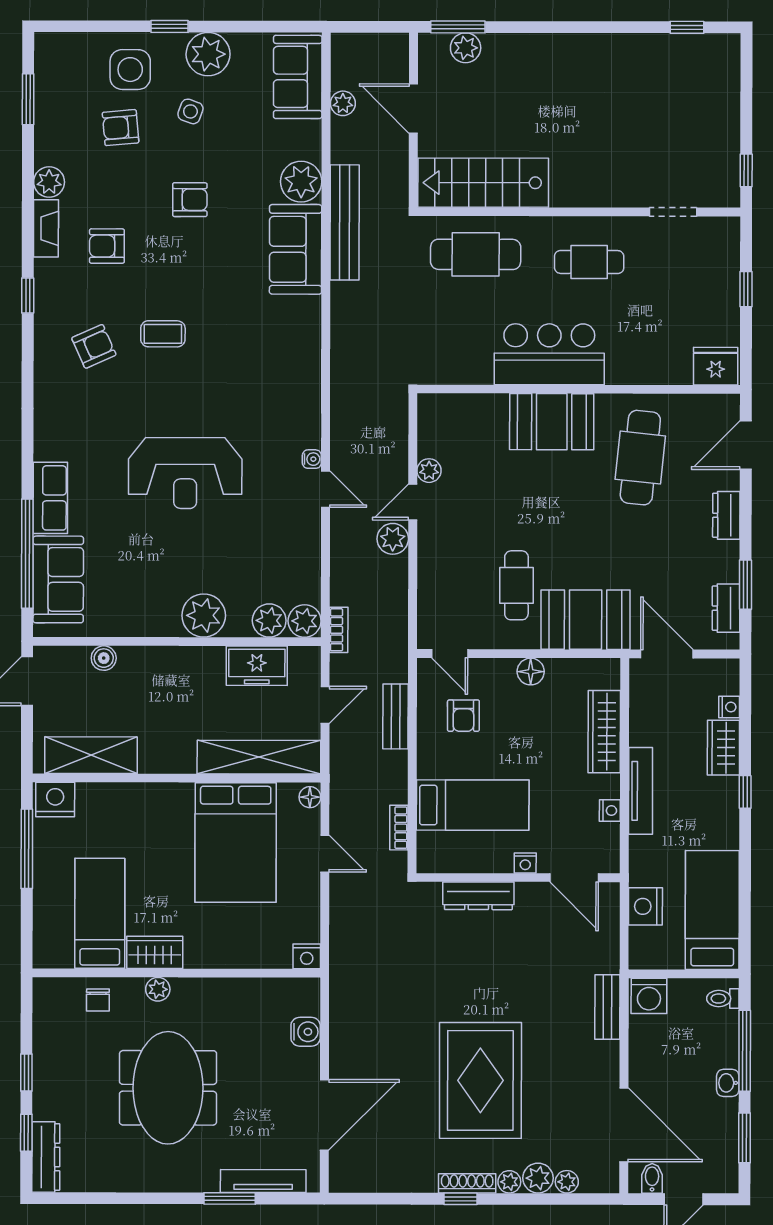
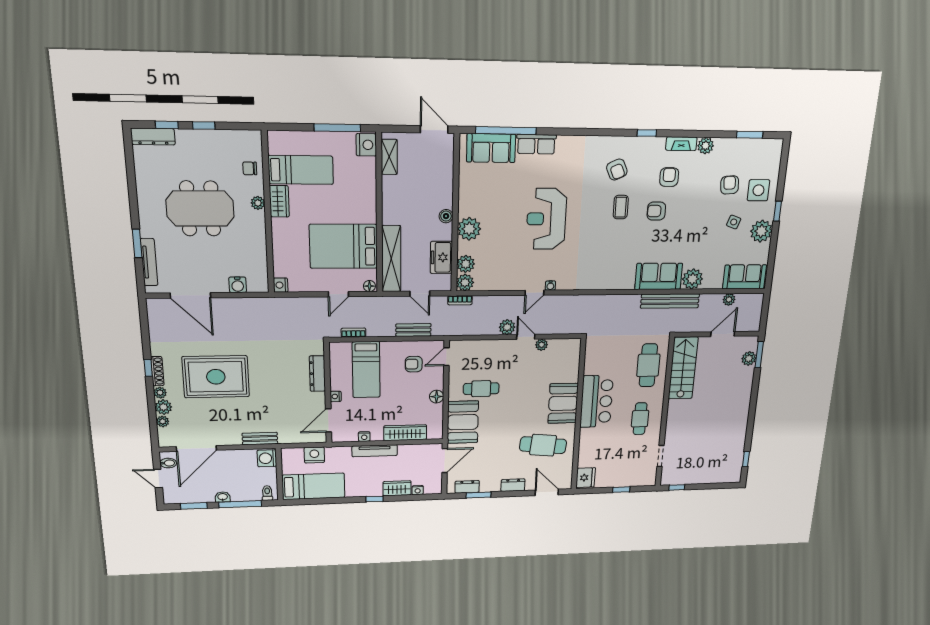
armchair: (190, 200) -> (656, 211), moved, turned 90
boiler: (104, 658) -> (446, 216), moved
shelving: (91, 755) -> (389, 157), width x0.67, depth x0.75

